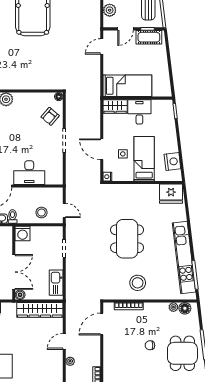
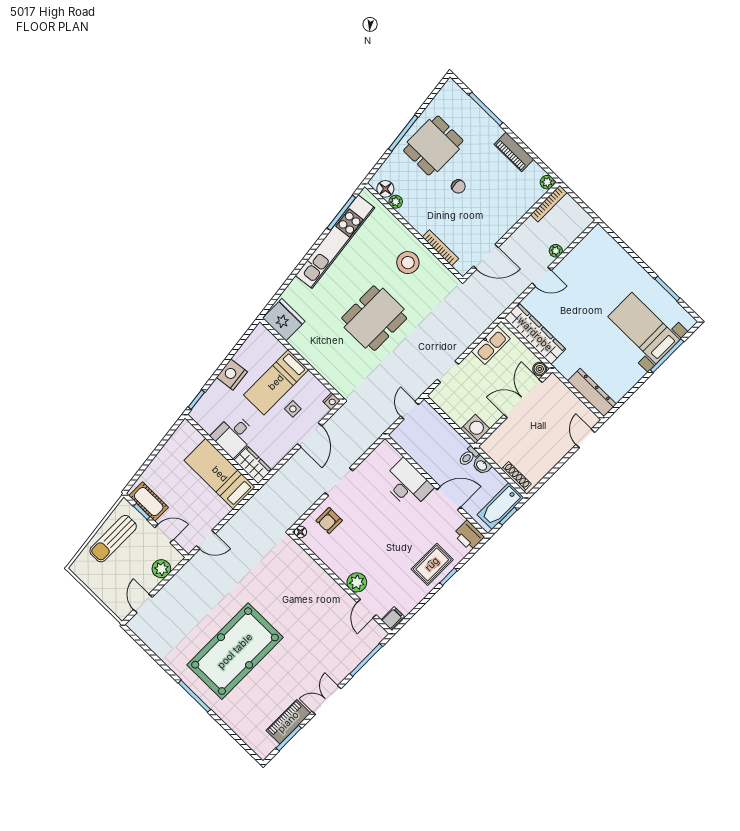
armchair: (50, 116) -> (329, 521), turned 140
nightstand: (172, 161) -> (232, 374), moved
stool: (41, 213) -> (435, 431), removed

